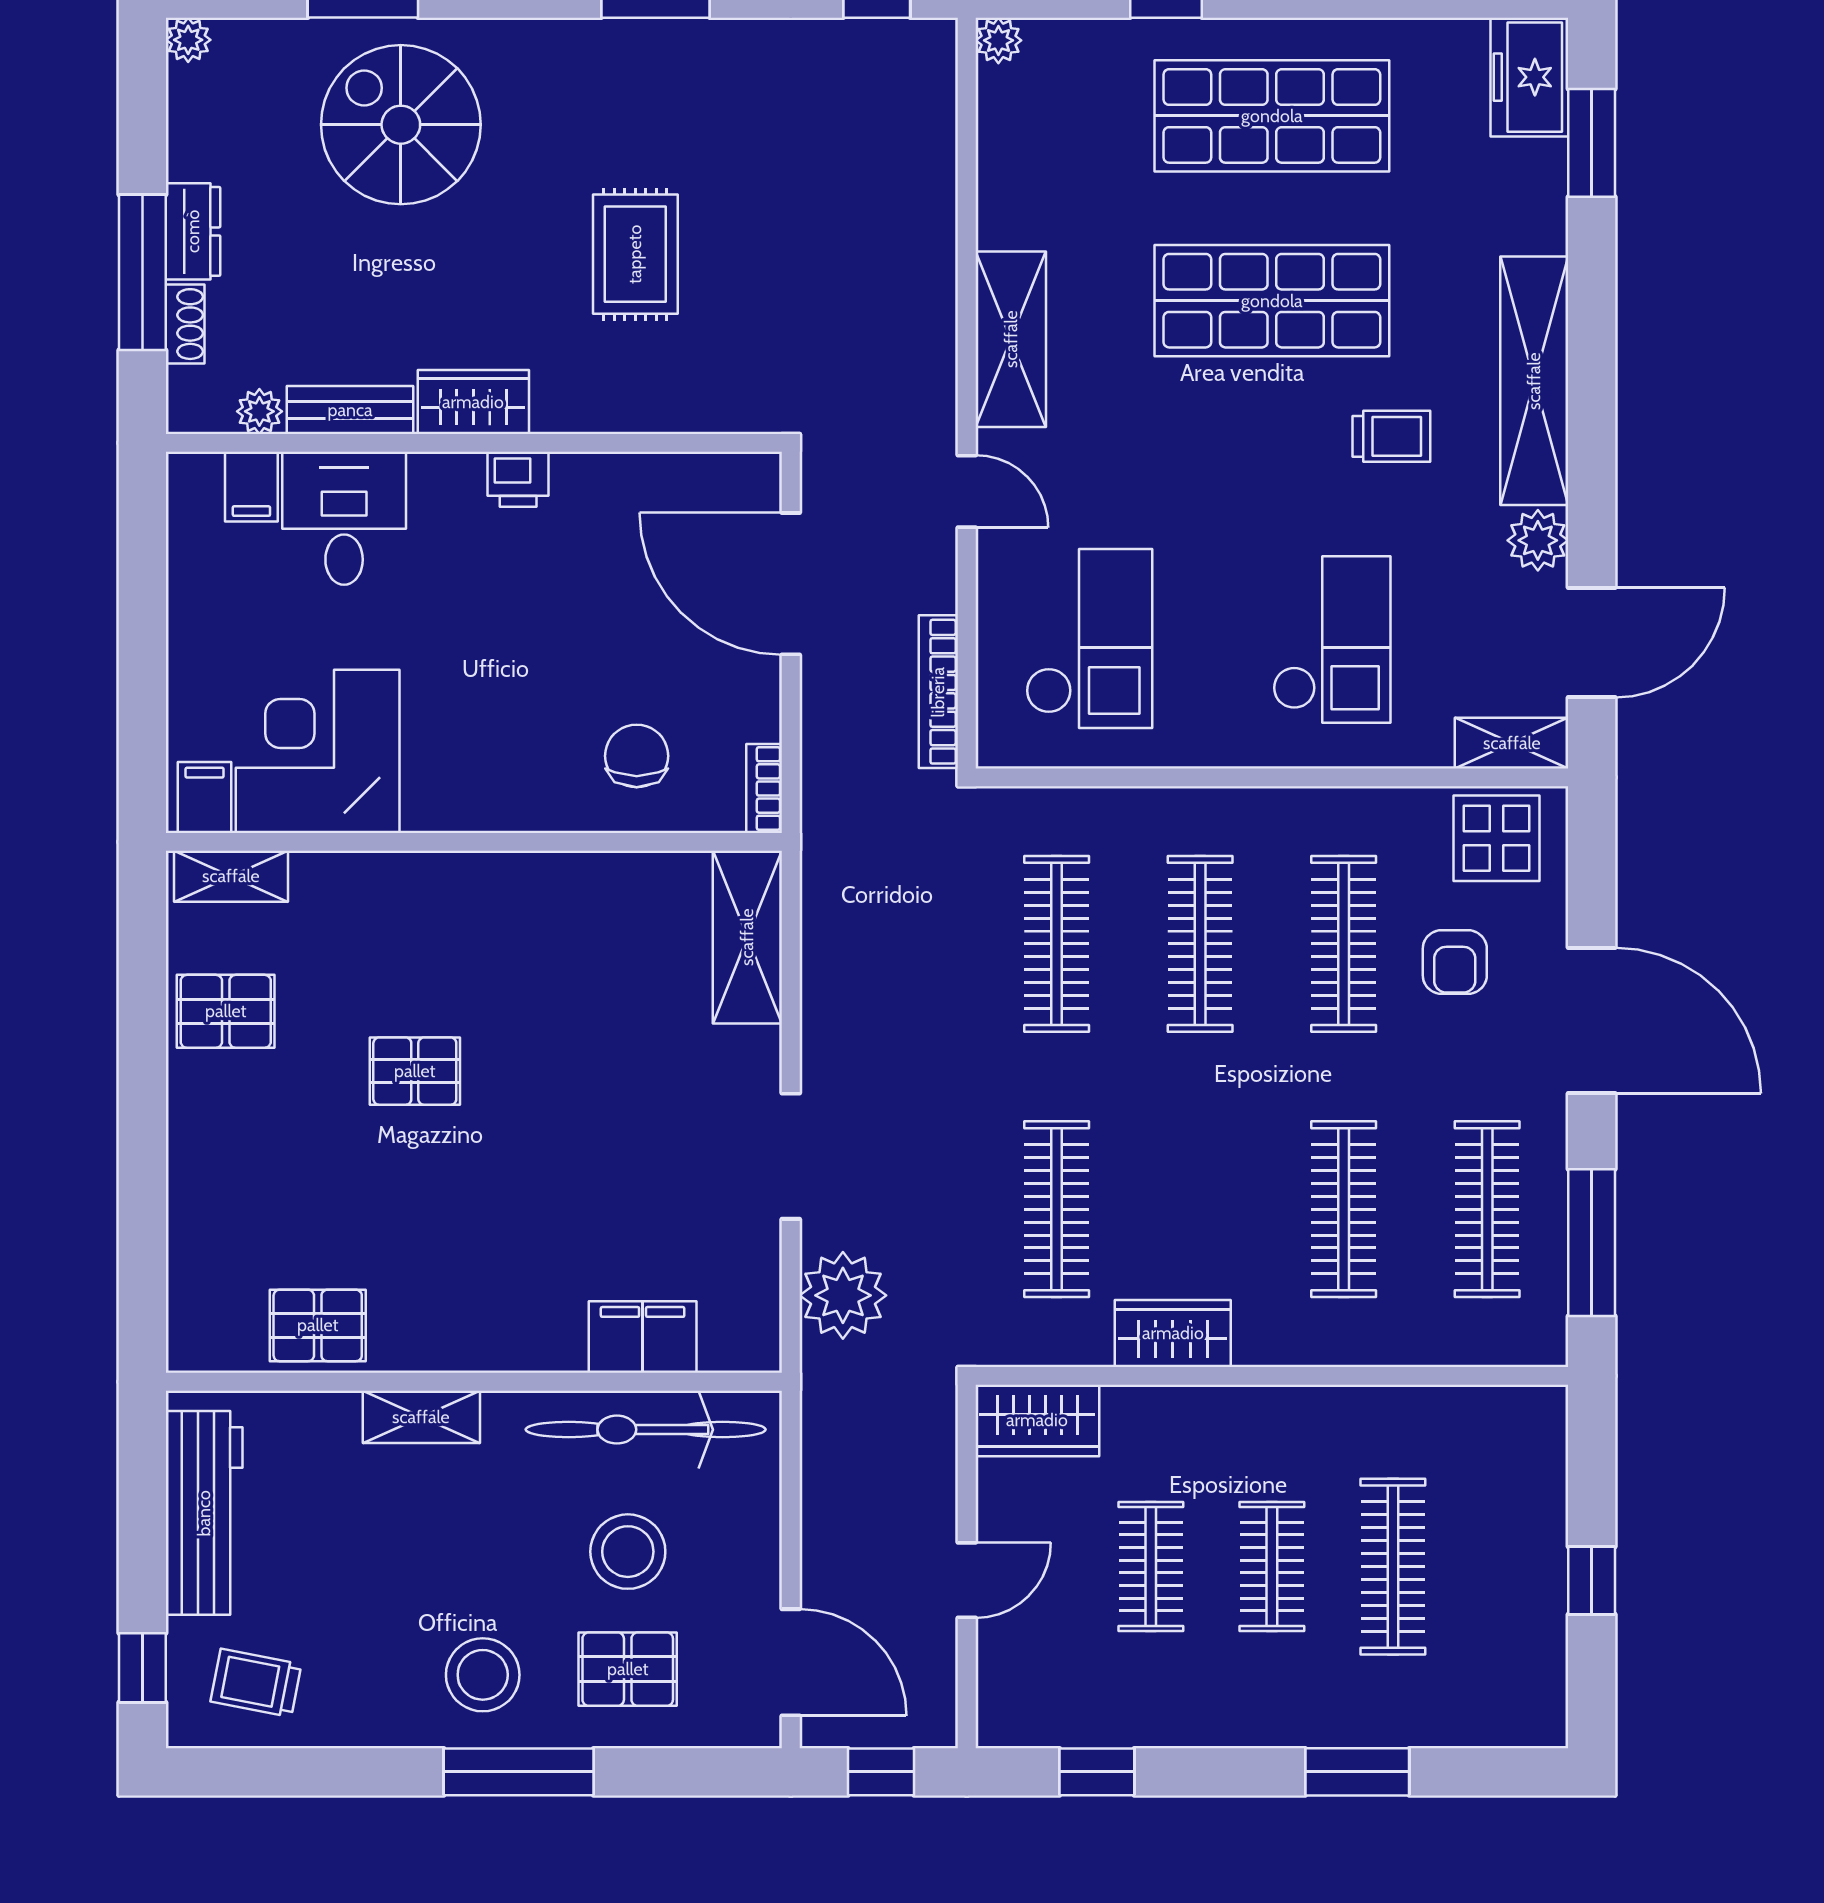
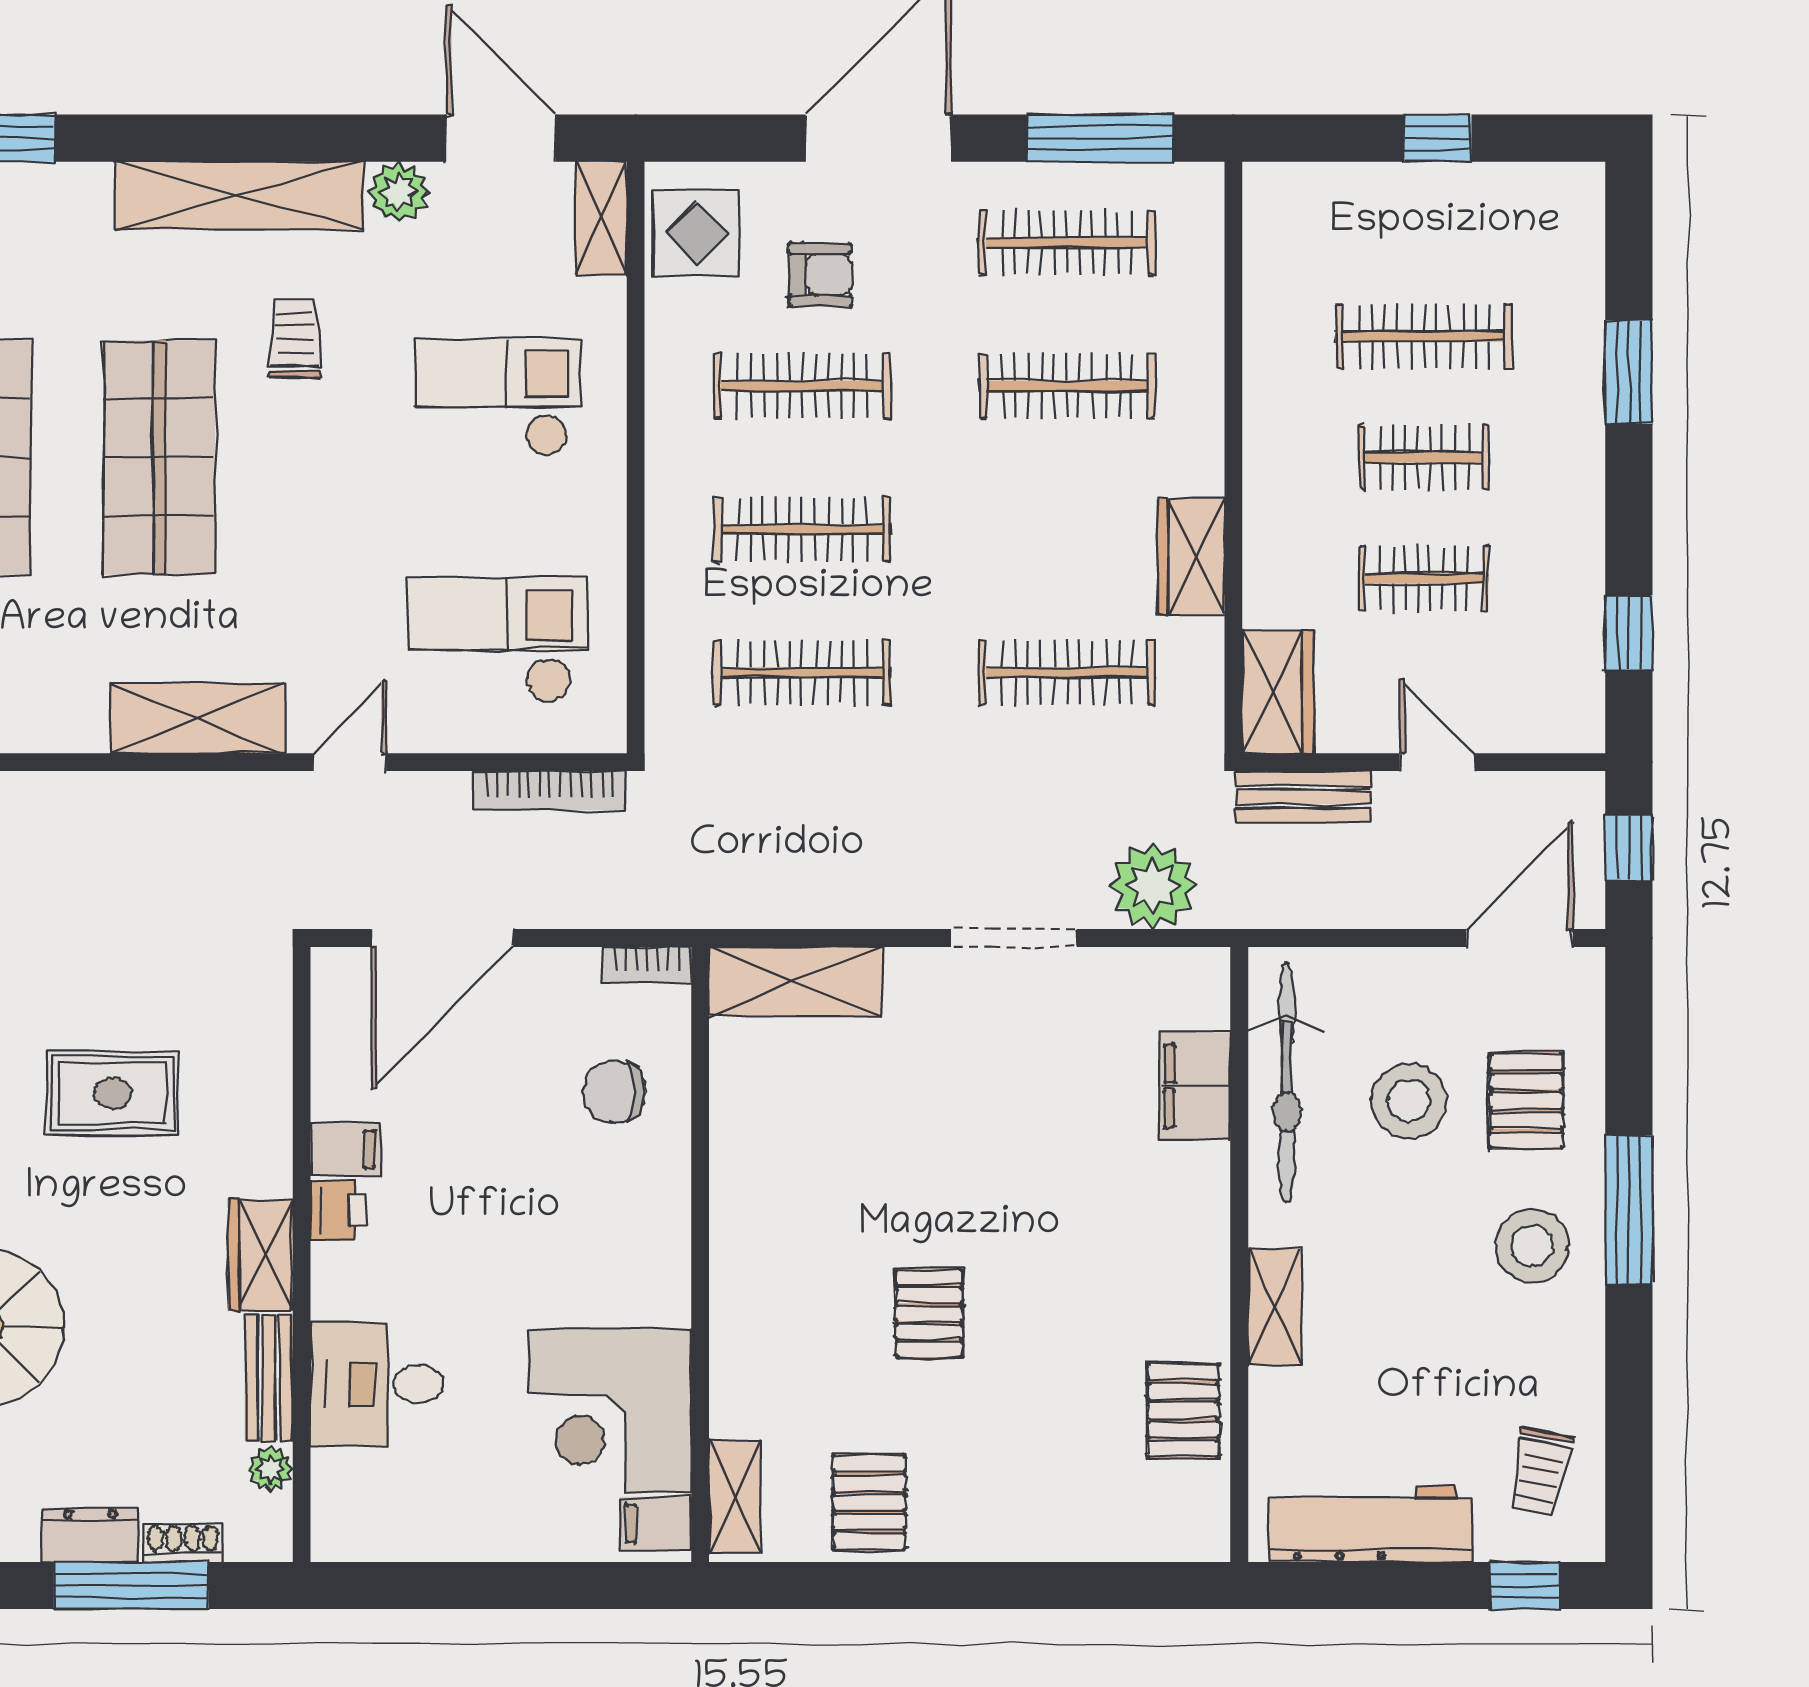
filing cabinet: (251, 487) -> (345, 1149), moved
bench: (932, 1446) -> (1303, 797), added

